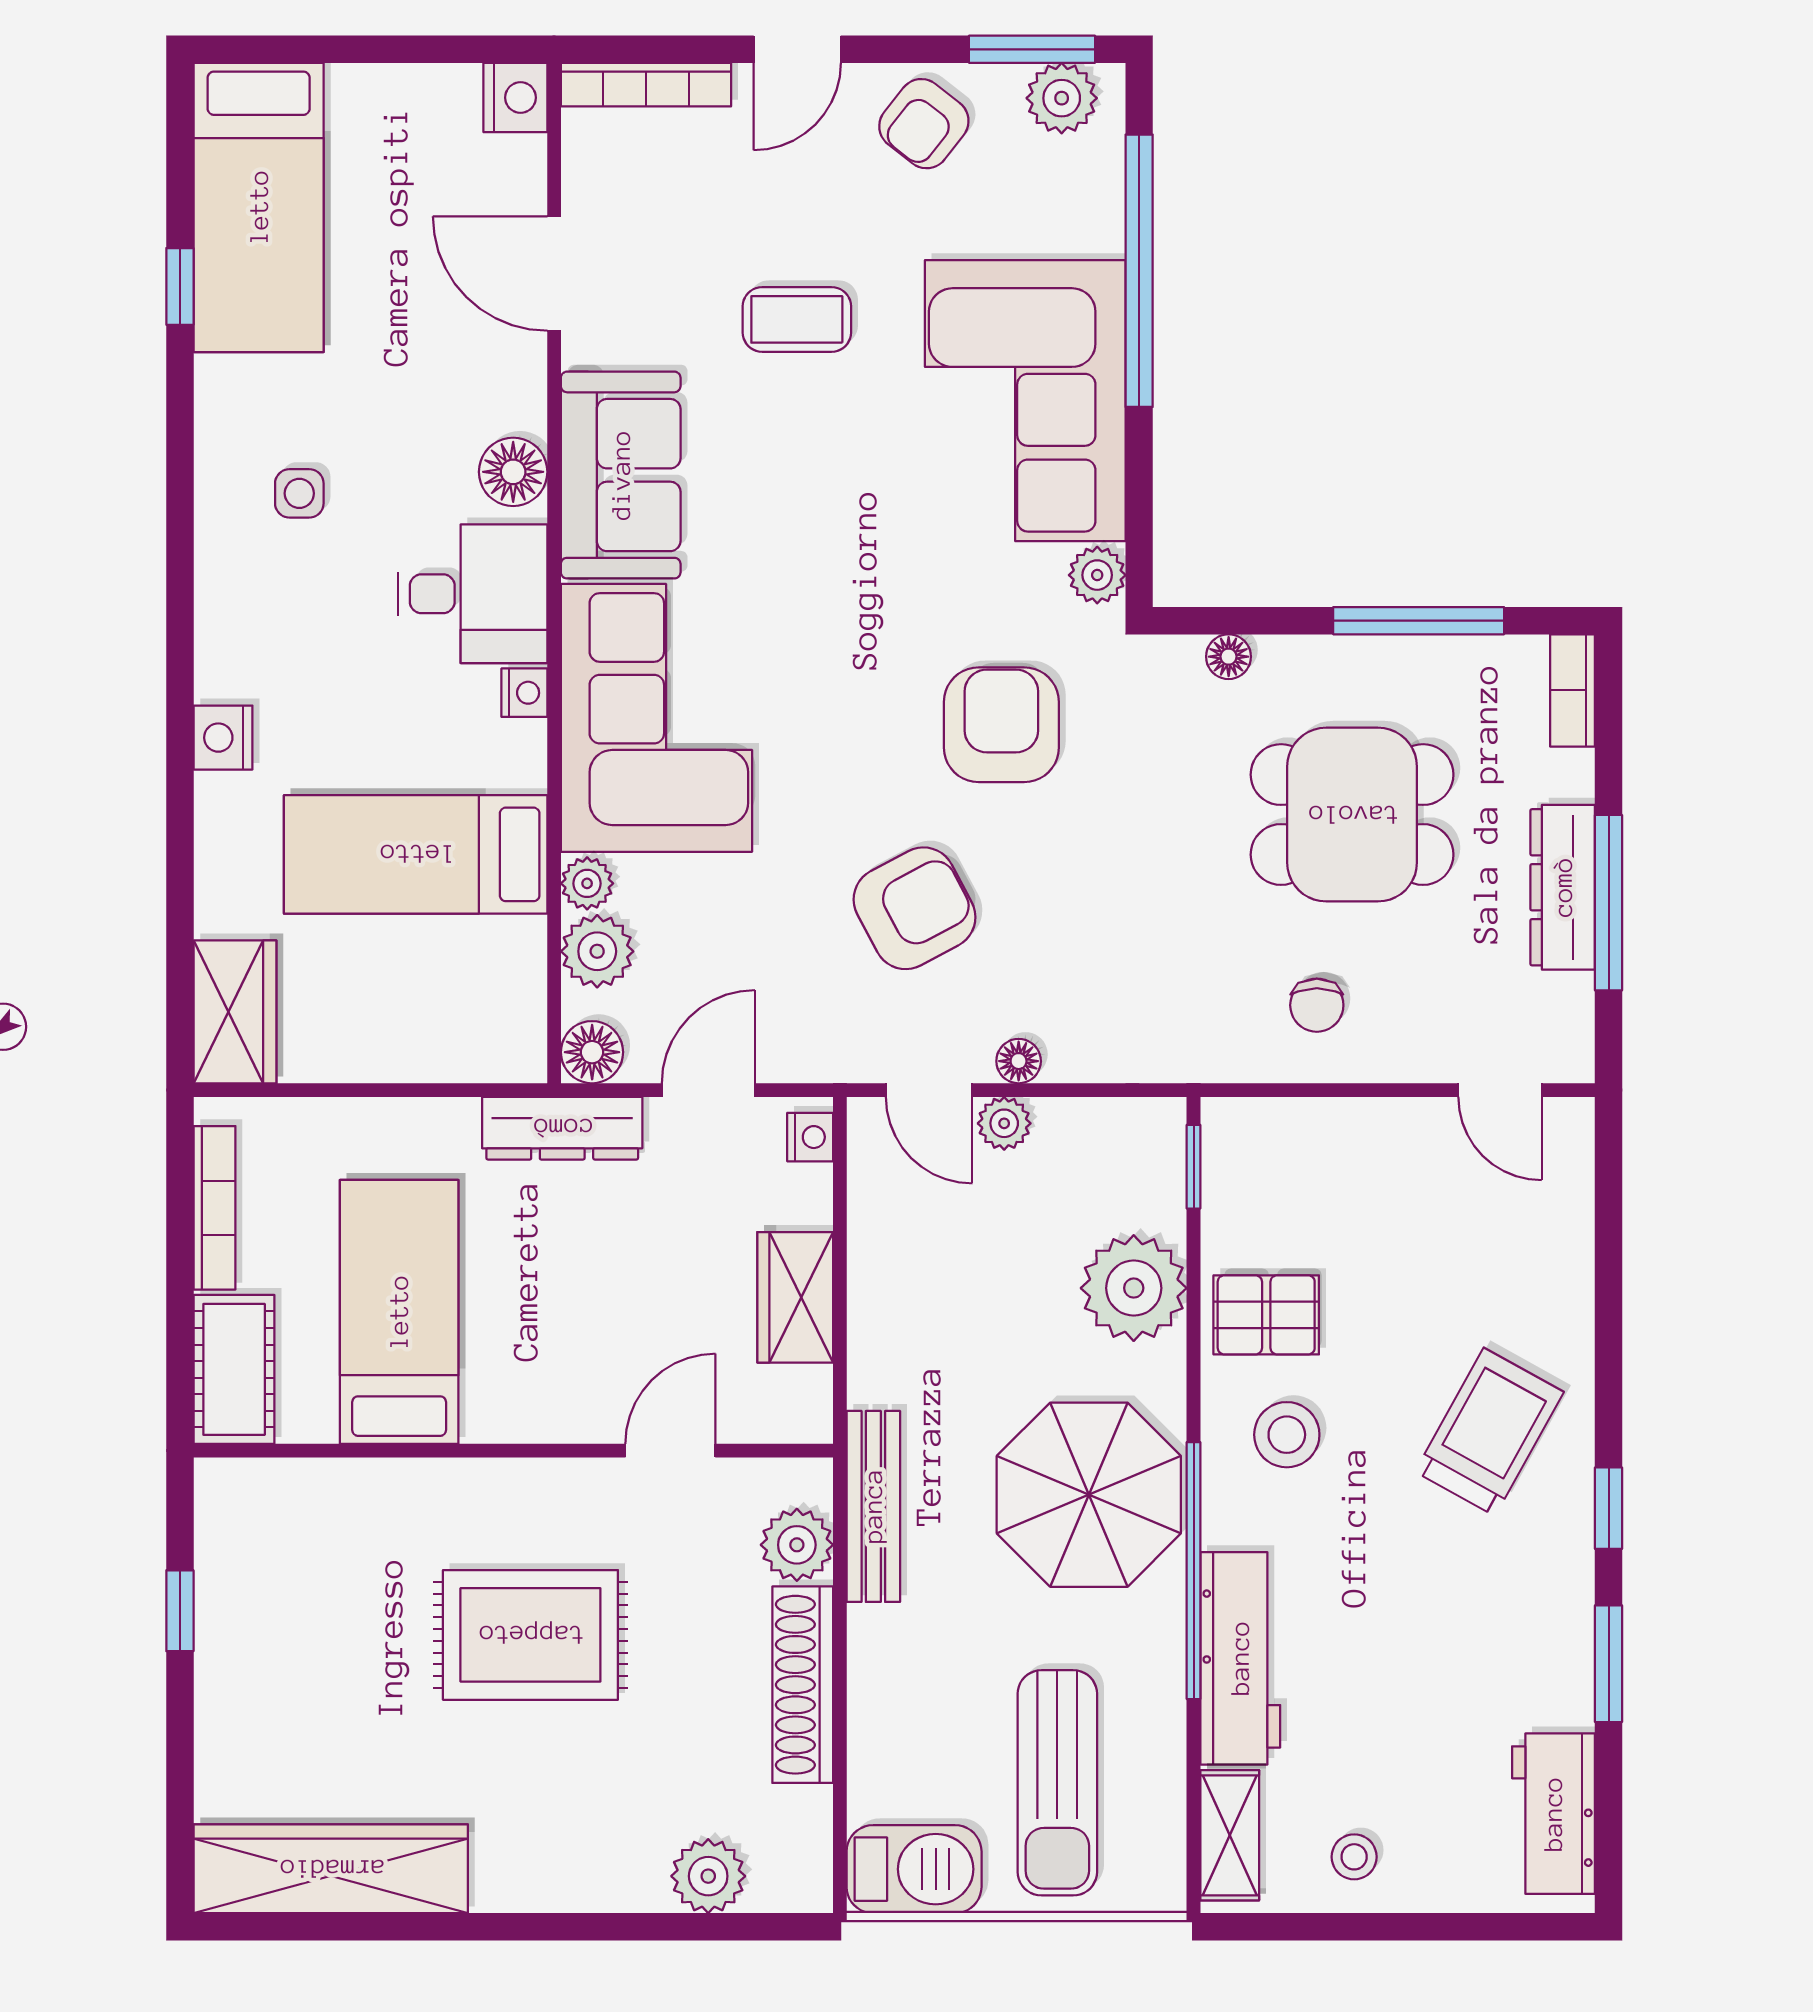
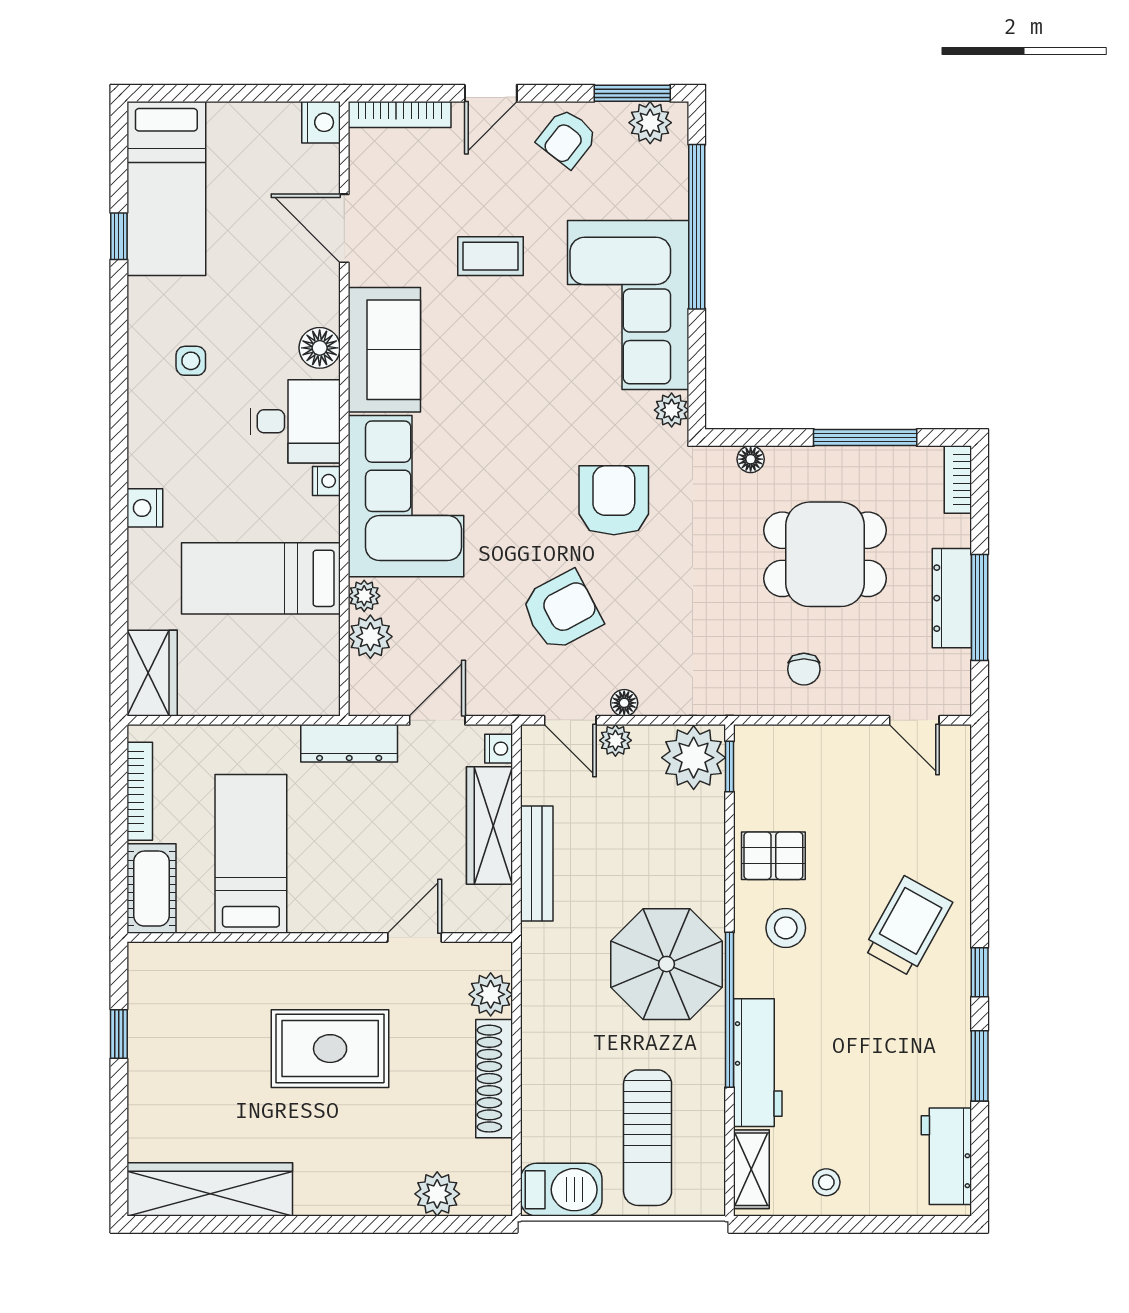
floor lamp: (592, 1052) -> (367, 697), removed
plant: (1134, 1288) -> (694, 758), moved
wardrobe: (795, 1297) -> (490, 825), width x1.50
bench: (873, 1506) -> (537, 863), moved

